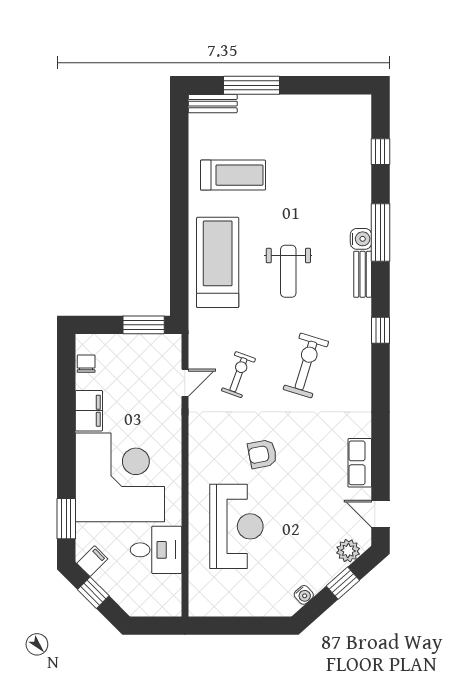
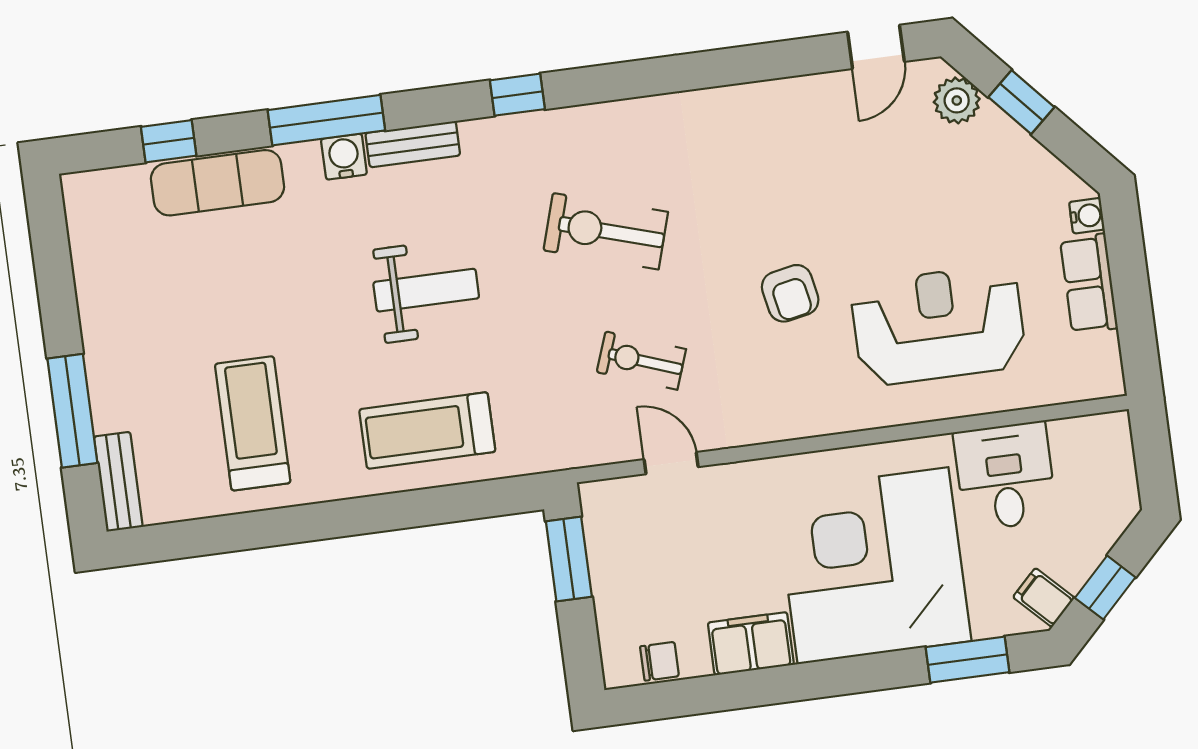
exercise mat: (356, 174) -> (218, 183), added
treadmill: (218, 262) -> (427, 431), width x0.73, depth x0.73
chair: (86, 364) -> (660, 661), turned 180
row of seats: (360, 463) -> (1089, 284), moved, turned 90
water cooler: (304, 595) -> (1087, 216), moved, turned 42

